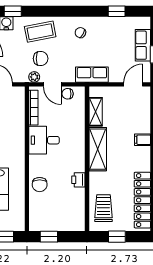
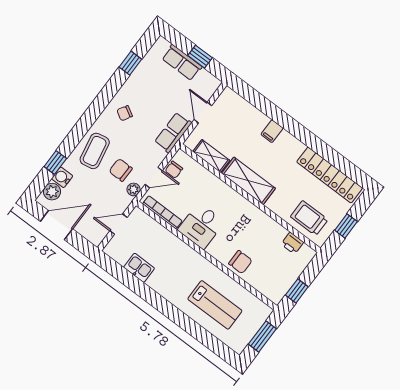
chair: (41, 59) -> (121, 170), turned -90
door: (133, 84) -> (203, 113), moved
printer: (78, 180) -> (292, 243), moved

